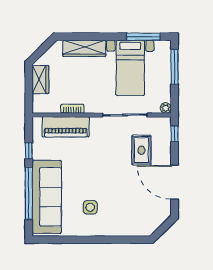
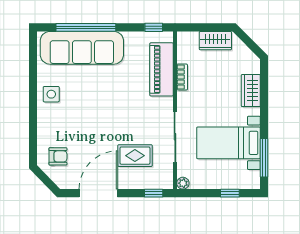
wardrobe: (84, 48) -> (251, 91), width x0.67
window: (174, 67) -> (230, 193), width x0.46
window: (29, 151) -> (154, 27), moved
side table: (90, 207) -> (51, 94), moved
armchair: (142, 218) -> (58, 156), added

